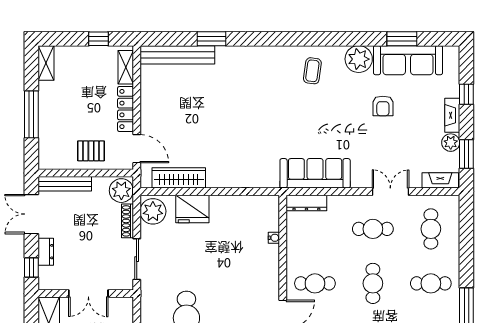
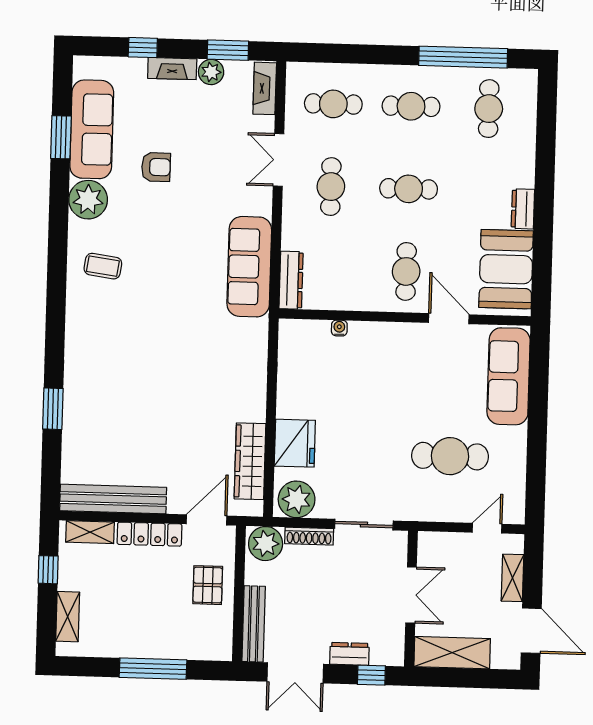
bench: (177, 55) -> (113, 499), moved, turned 90
shelving: (46, 63) -> (68, 617), moved, turned 90
cafe table: (431, 283) -> (411, 106), turned 90

